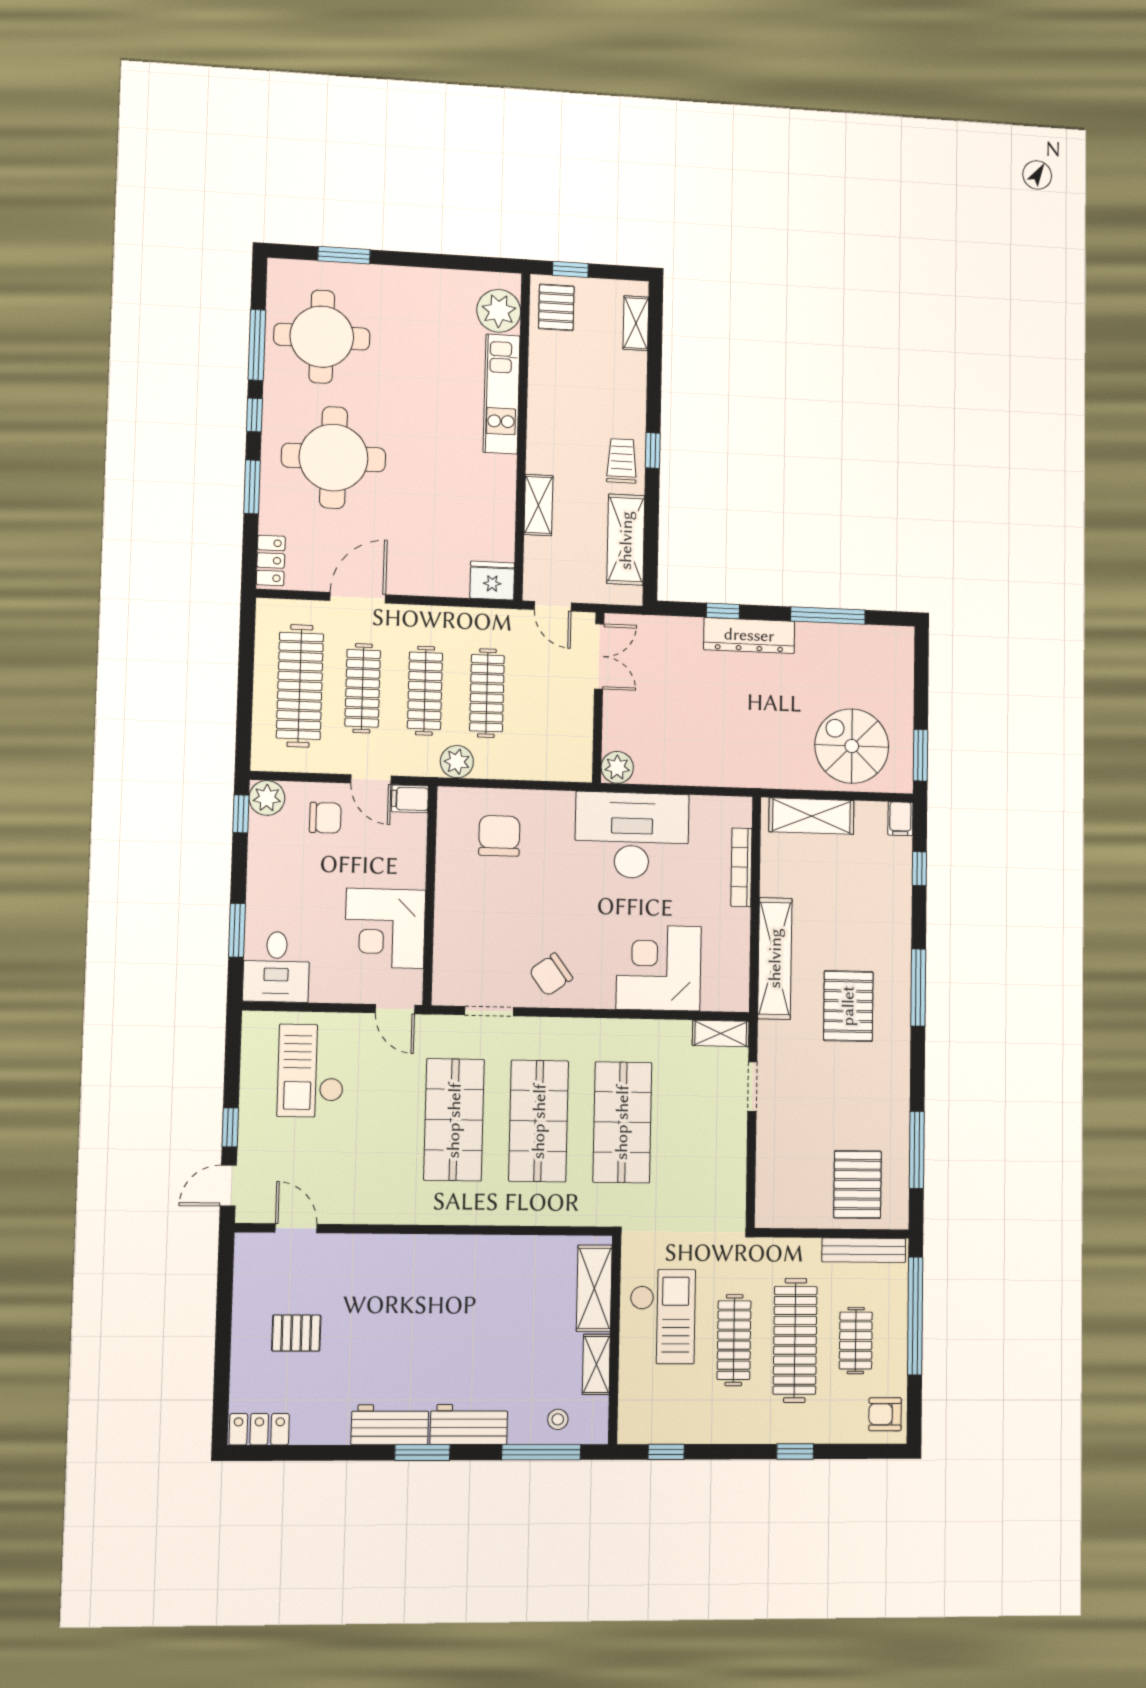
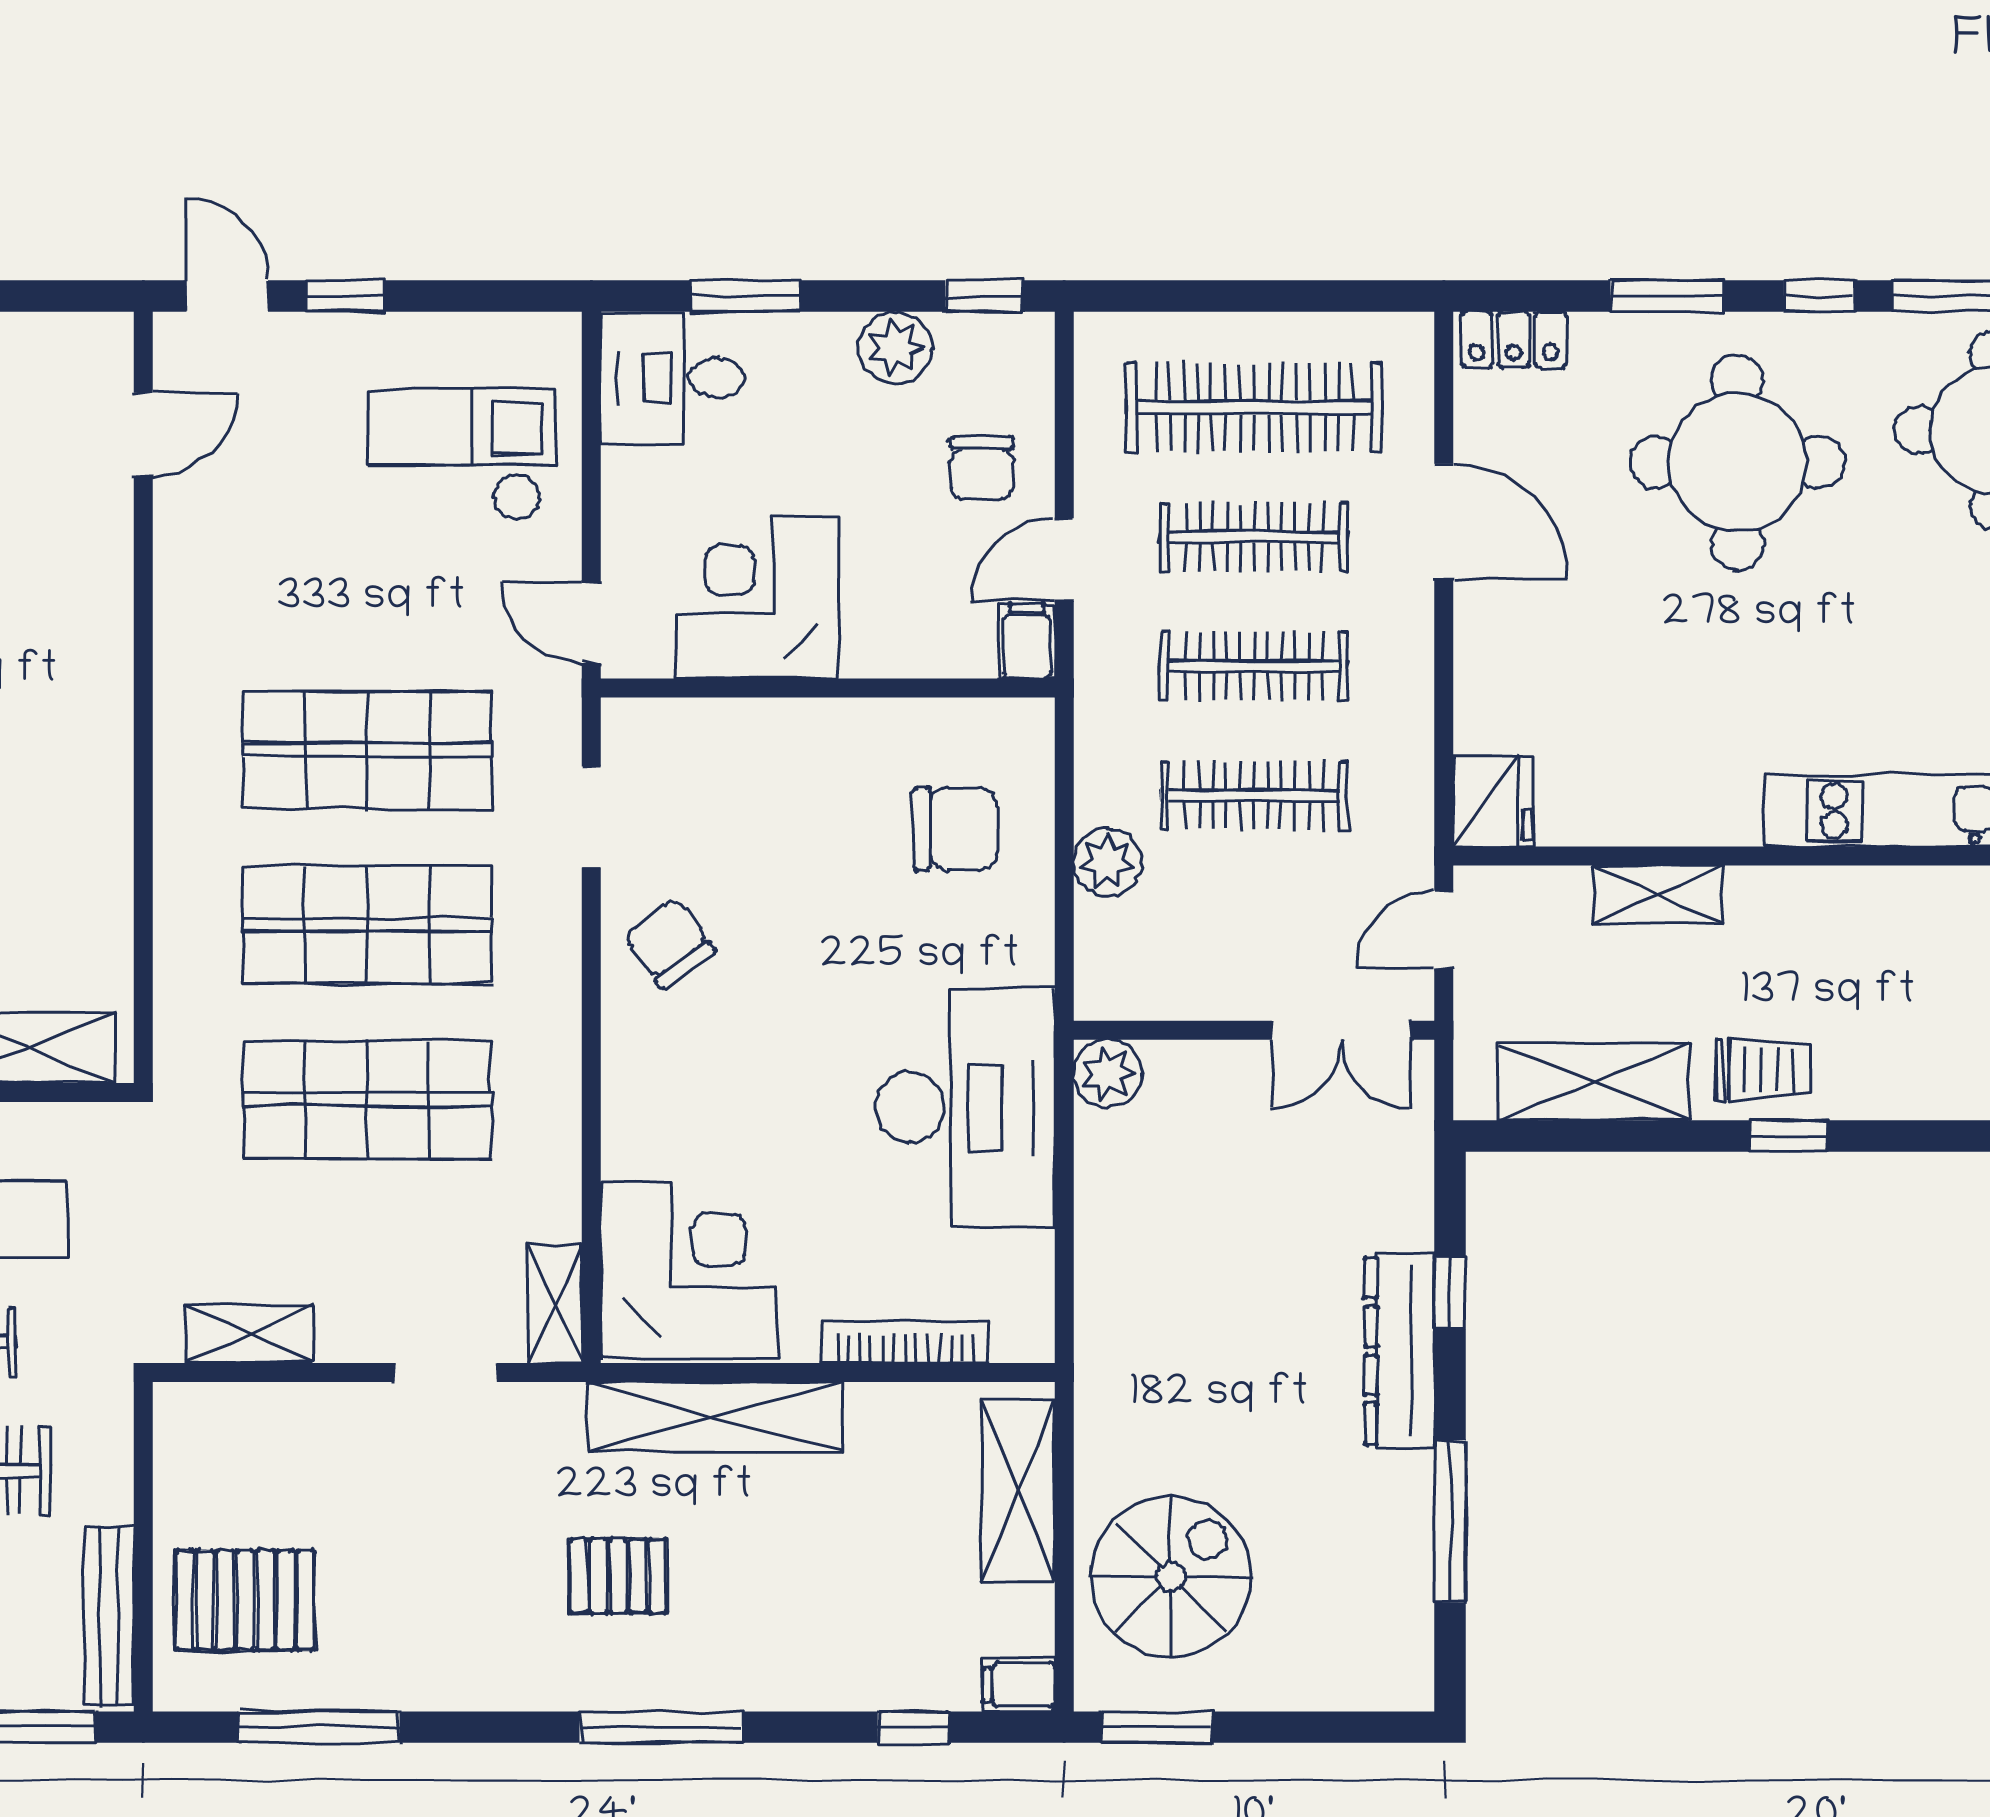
plant: (457, 762) -> (1108, 863), moved
plant: (267, 798) -> (895, 348), moved
corner desk: (659, 968) -> (689, 1270), moved
pallet: (848, 1006) -> (618, 1576), width x0.67, depth x0.71
door: (395, 1009) -> (591, 623), hinge flipped
shelving: (733, 1181) -> (249, 1334), added

